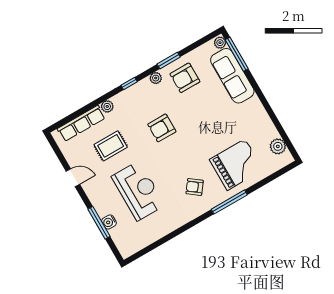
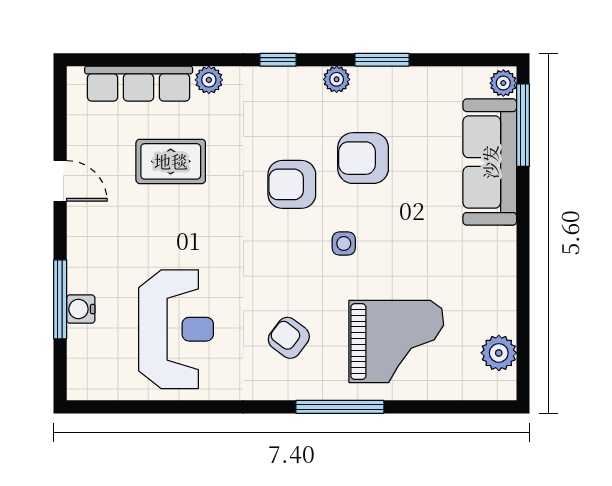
armchair: (185, 78) -> (363, 158), moved
side table: (195, 139) -> (344, 243), added
reception desk: (138, 191) -> (176, 329), moved

